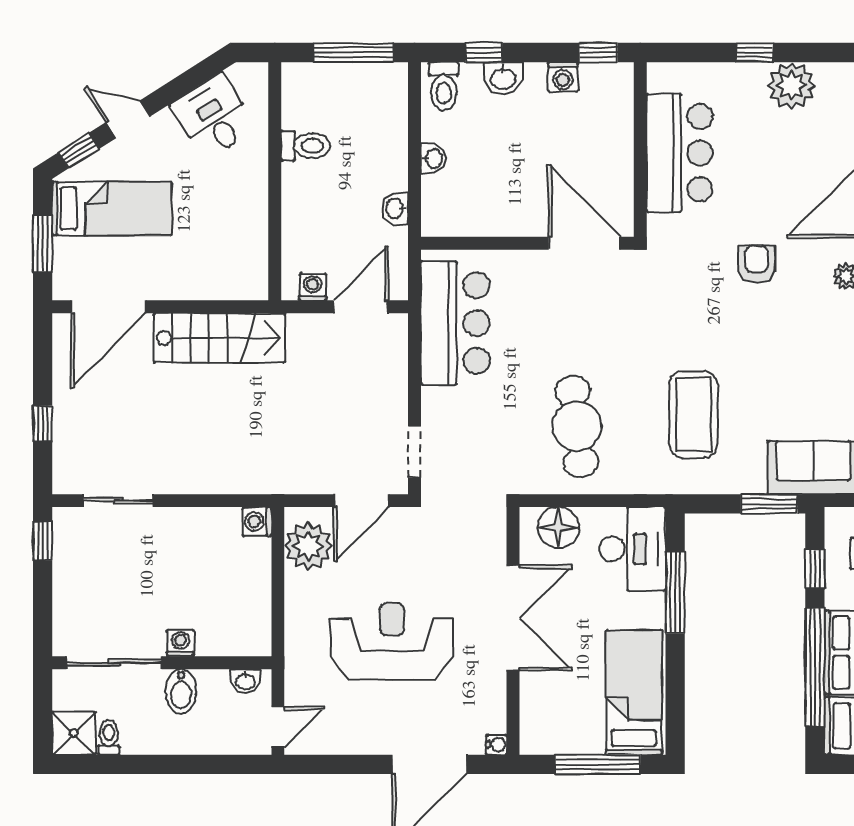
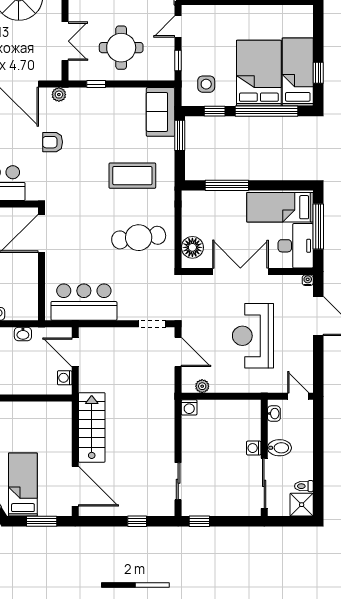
plant: (308, 546) -> (202, 386), width x0.53, depth x0.53
desk: (633, 549) -> (296, 246), moved, turned 90

